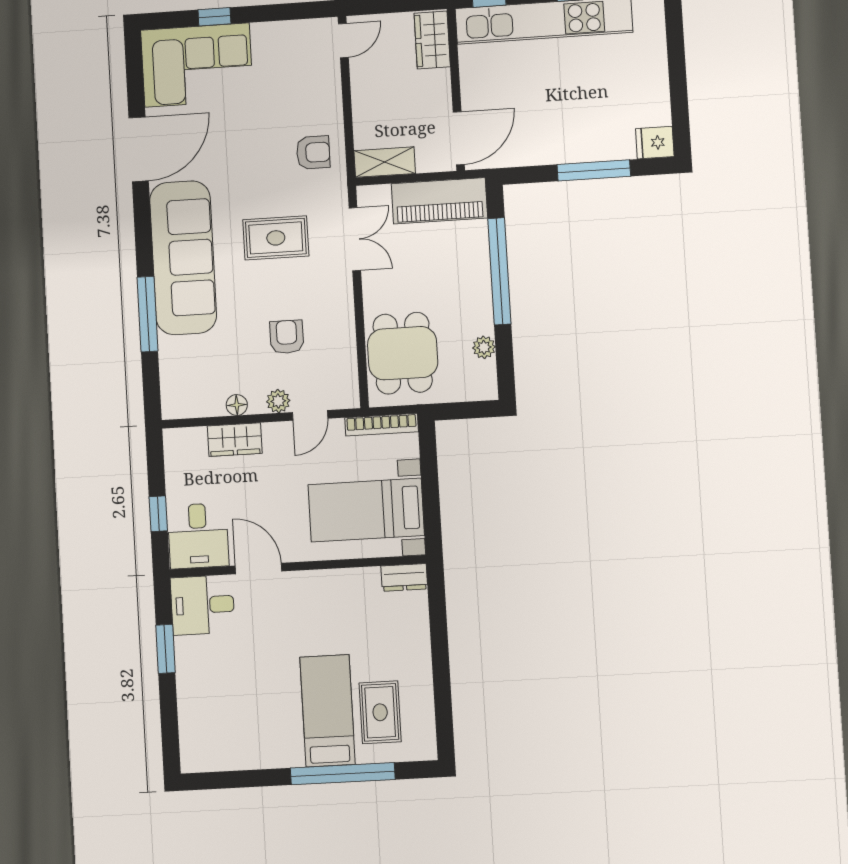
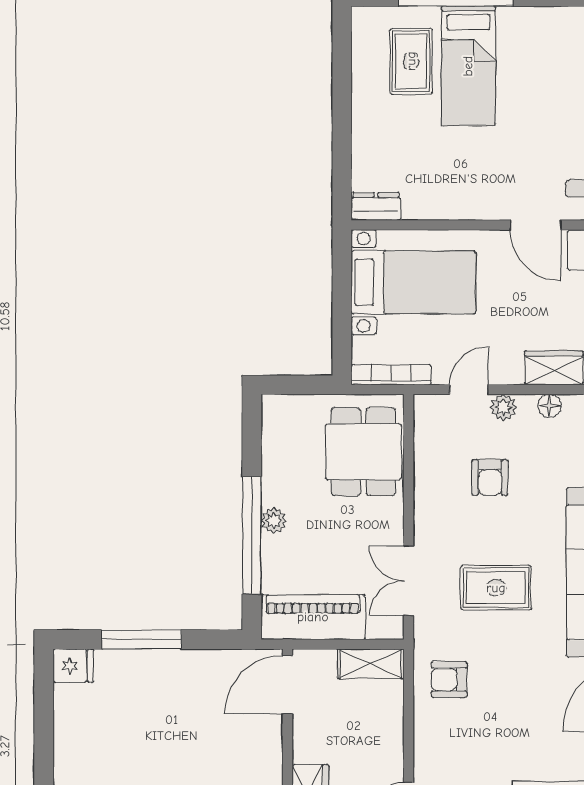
plant: (484, 347) -> (274, 521), moved

